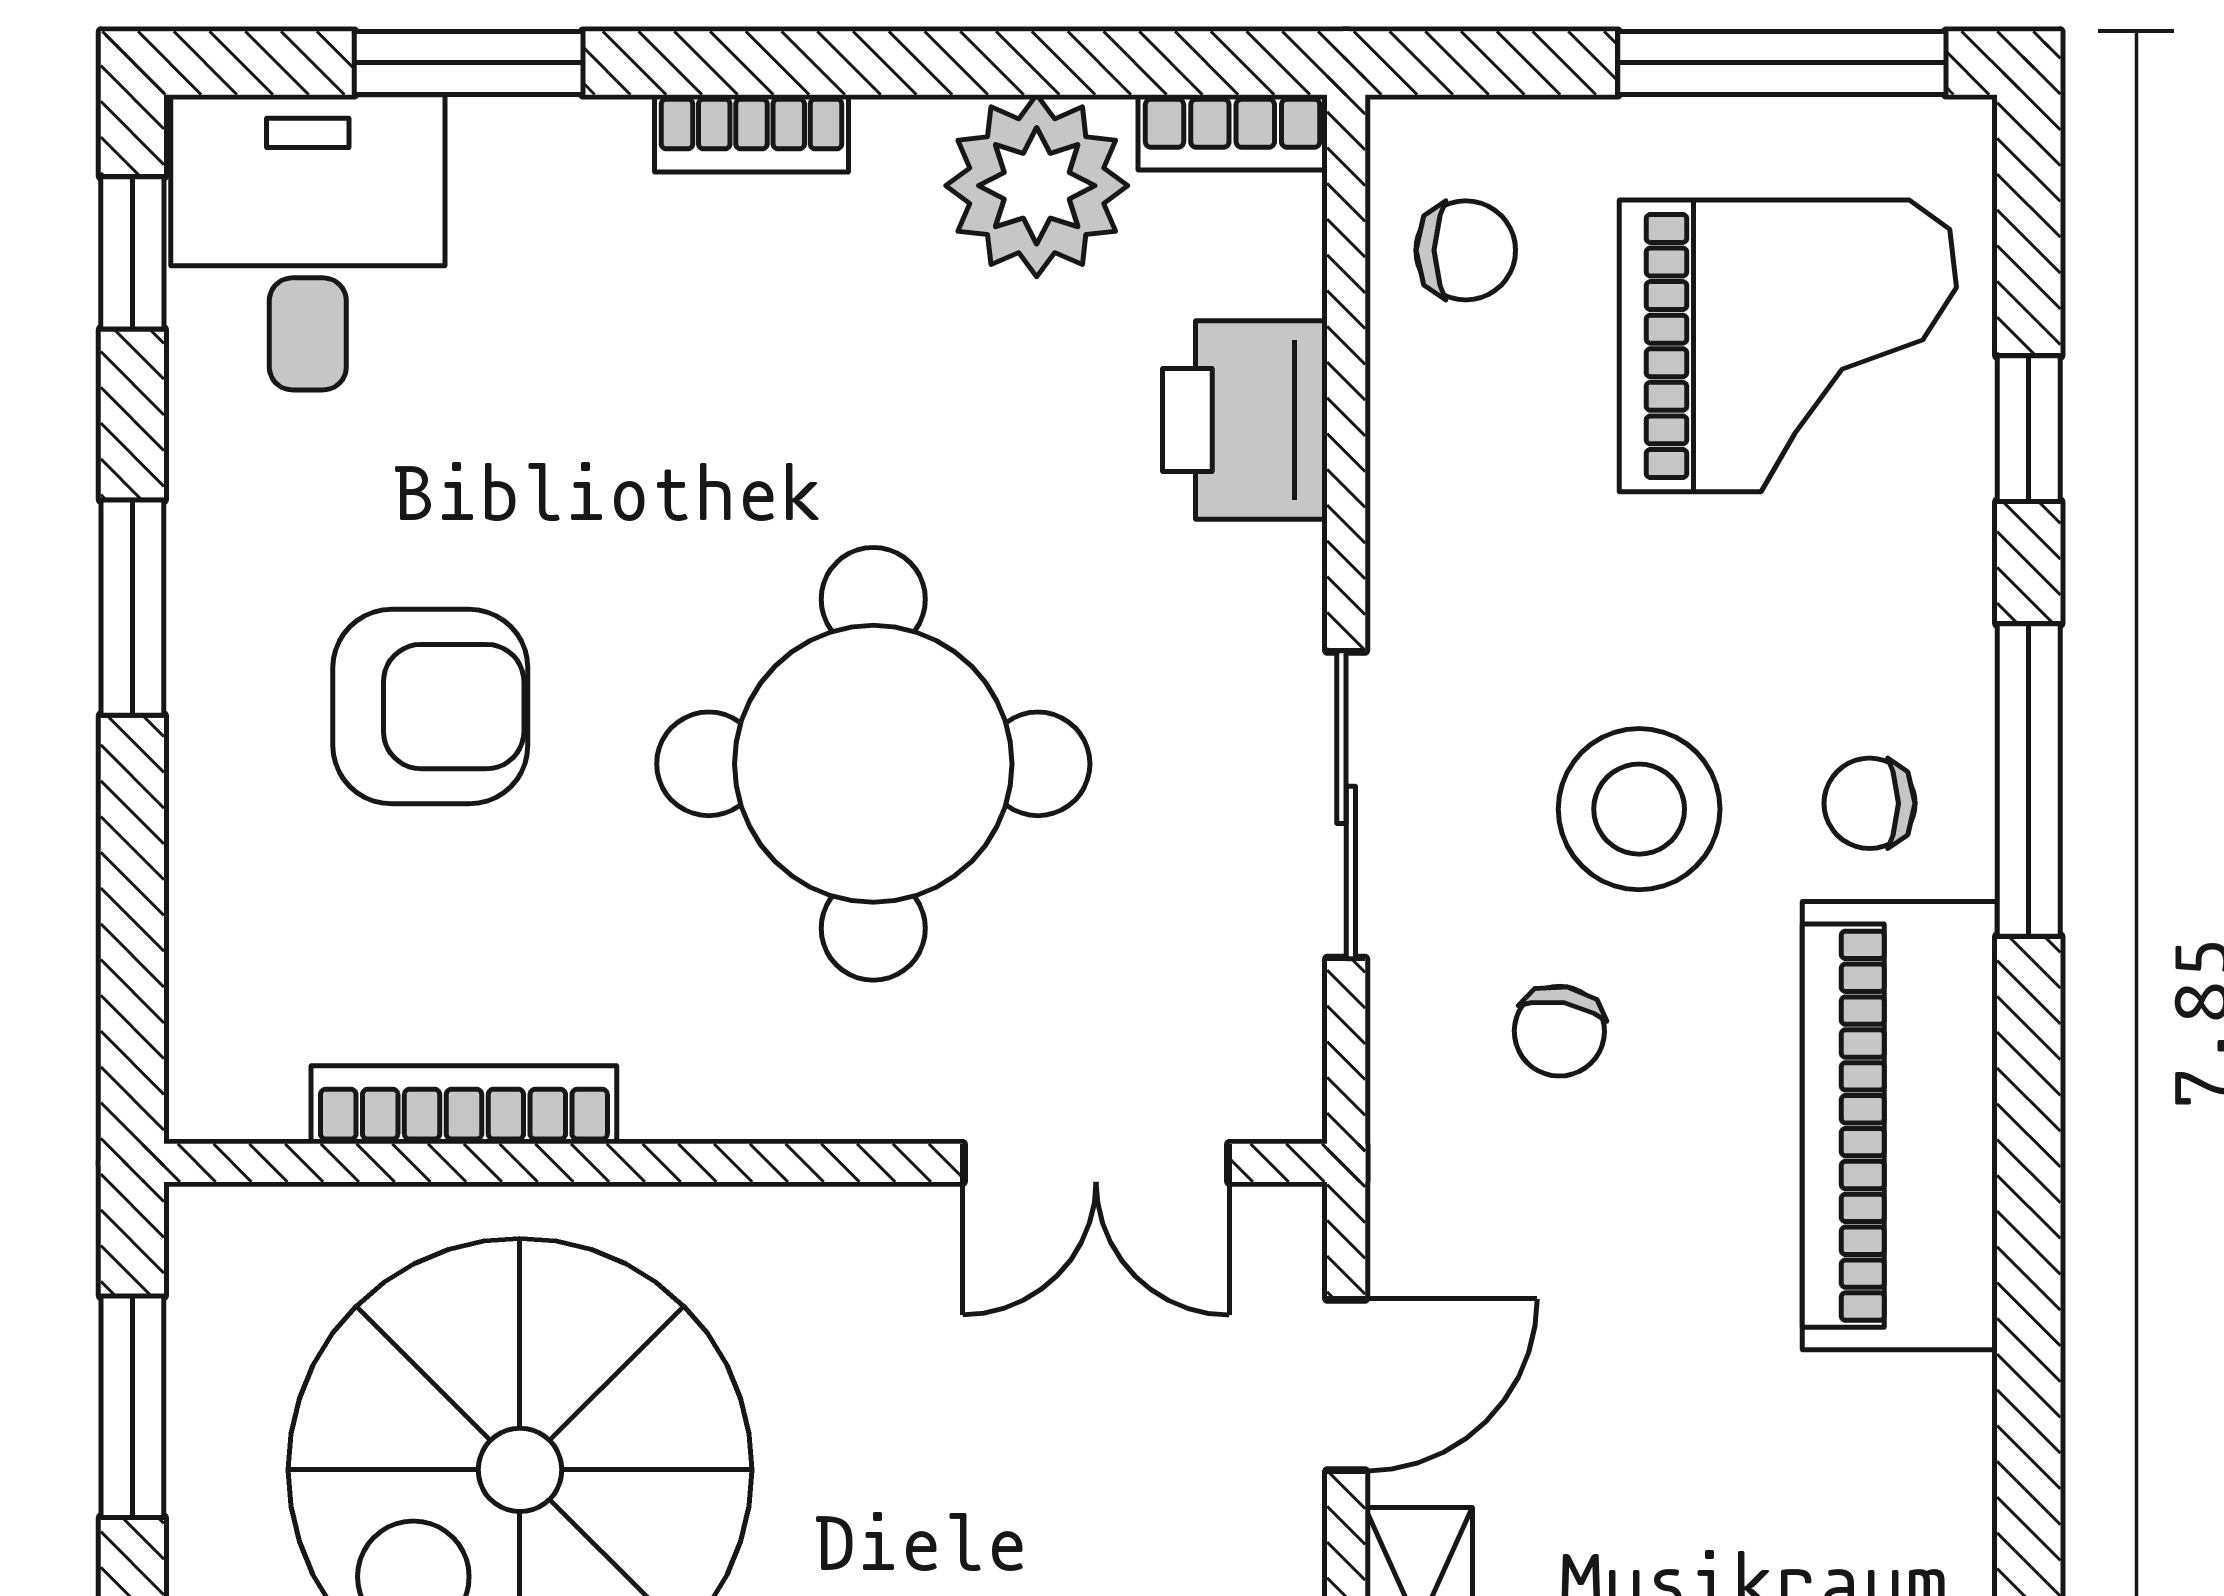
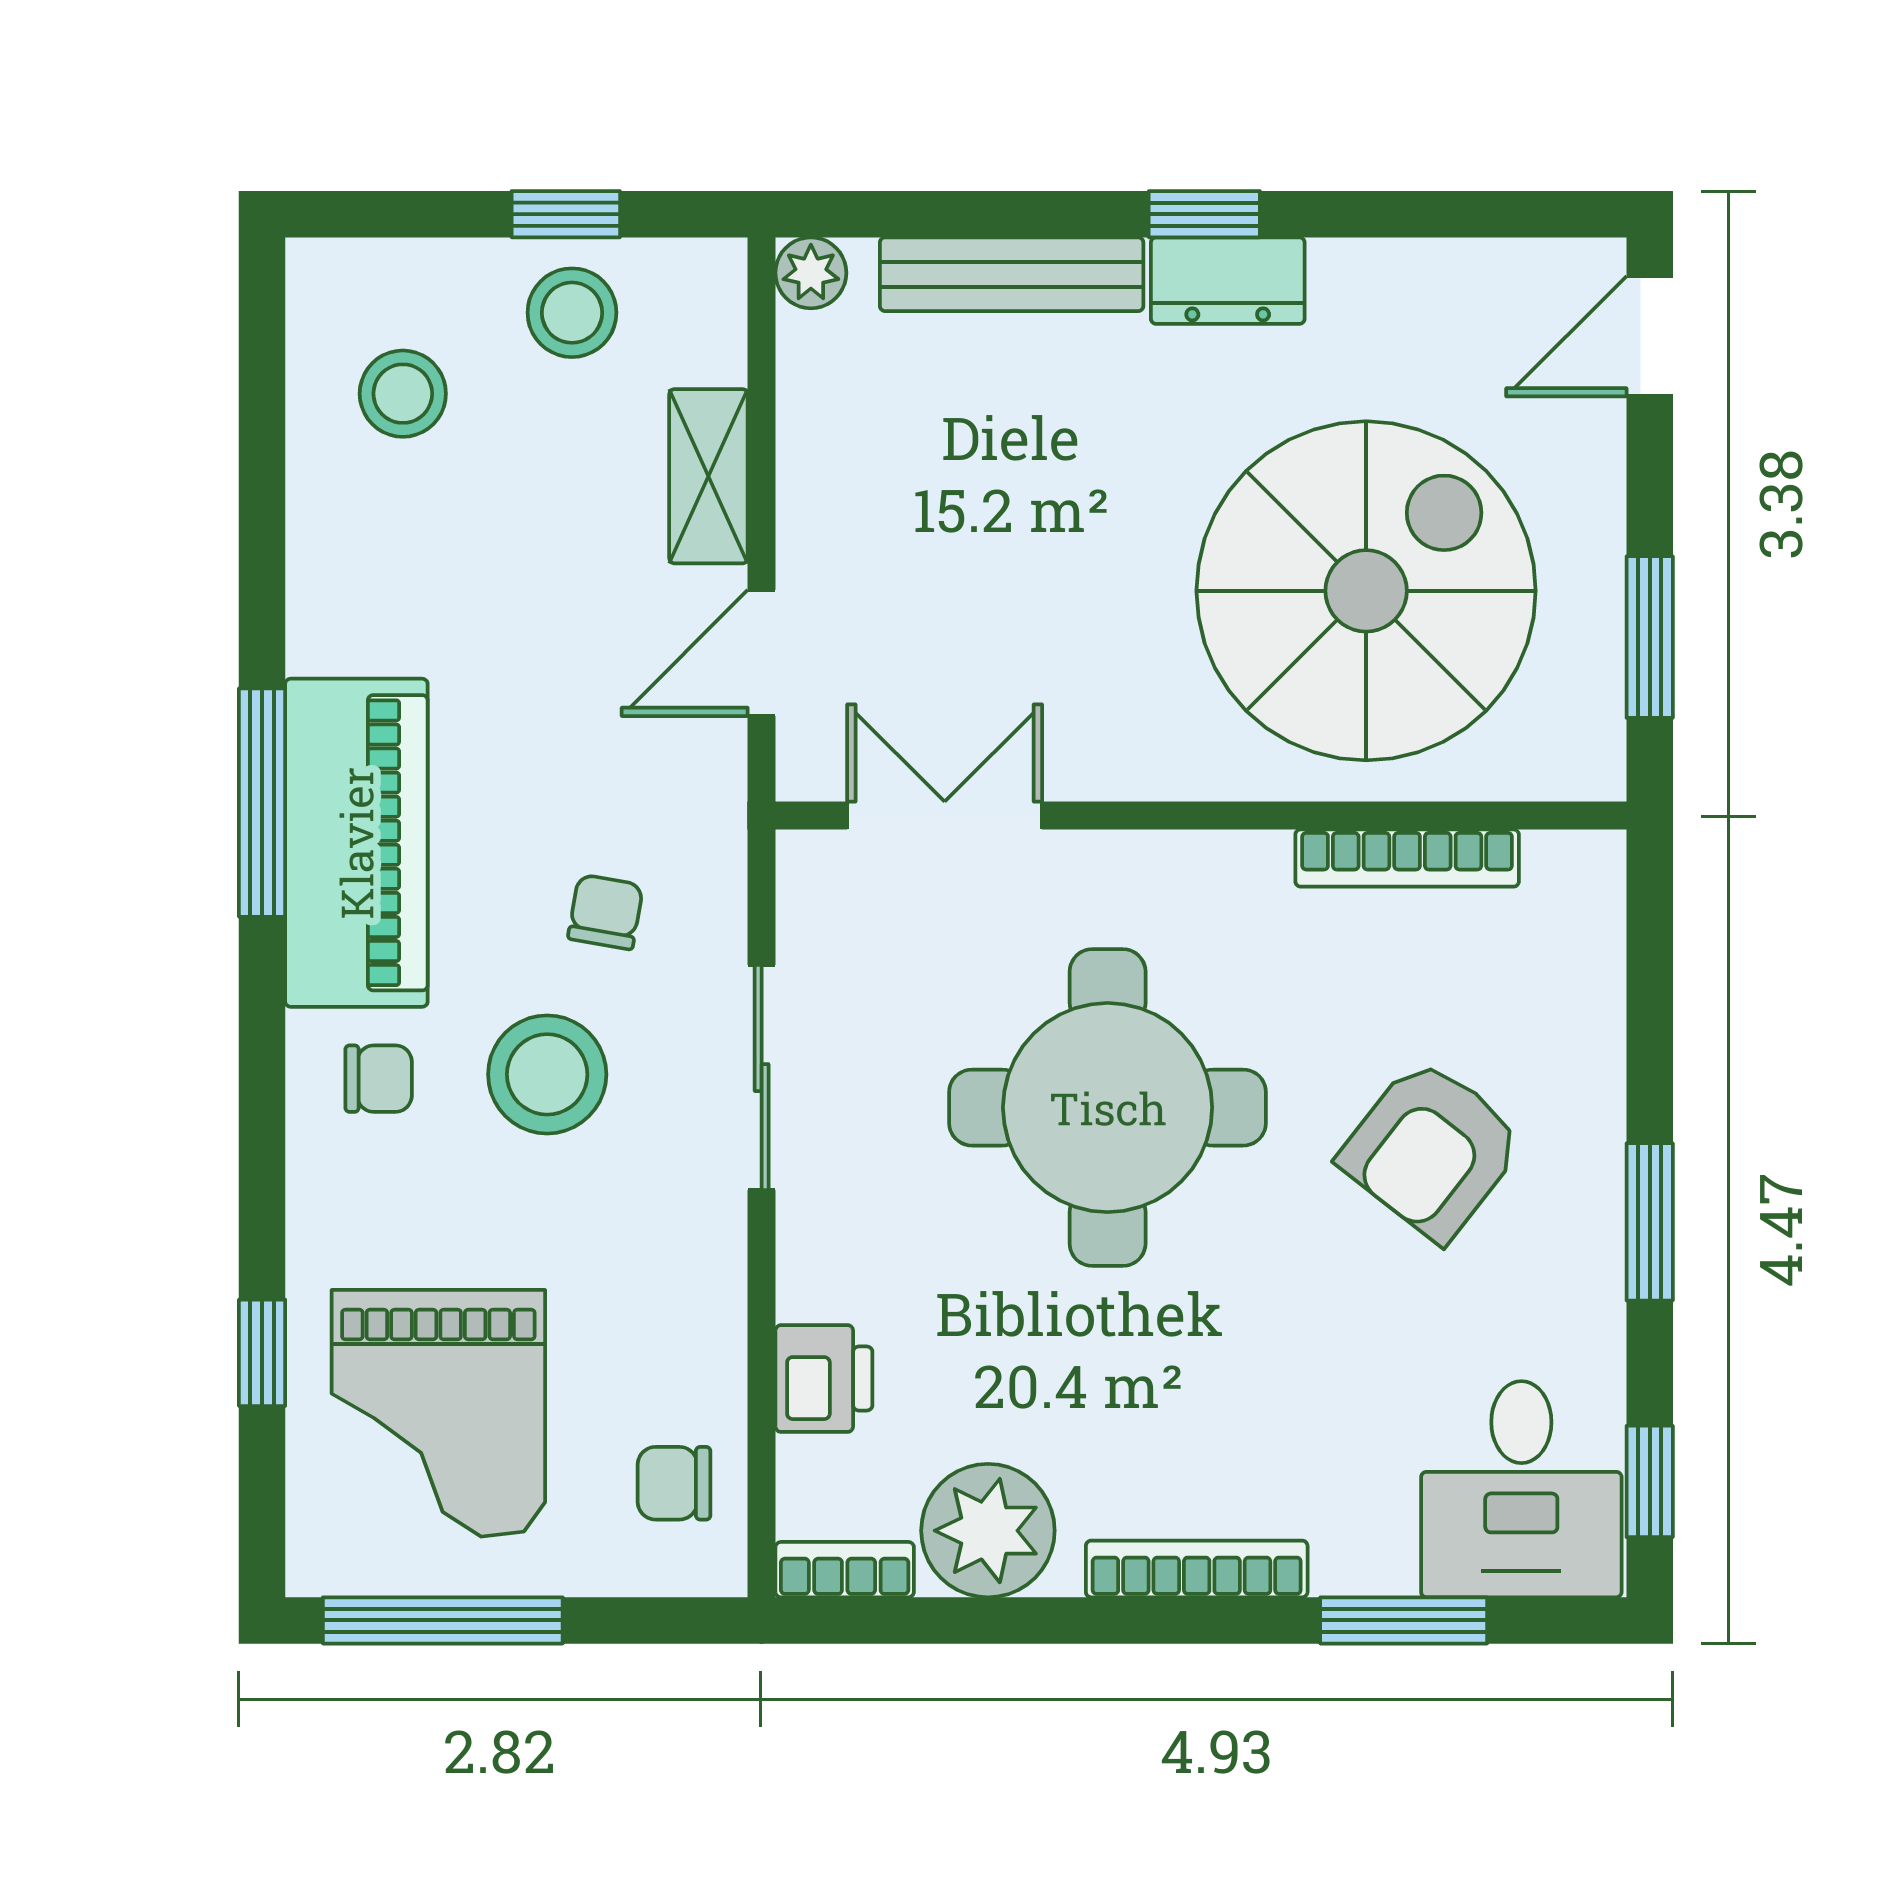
bookcase: (751, 133) -> (1197, 1569), width x1.56
grand piano: (1788, 346) -> (438, 1413), turned -90
printer: (1245, 420) -> (824, 1379), width x0.73, depth x0.81
armchair: (430, 707) -> (1432, 1149), turned -52
window: (2029, 780) -> (262, 803), moved

